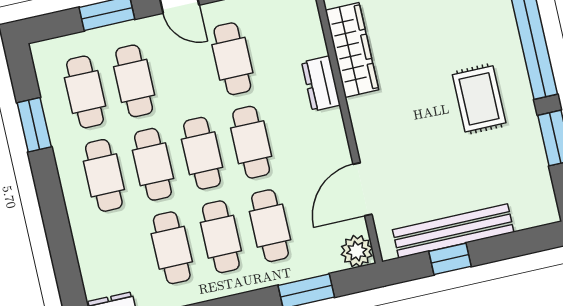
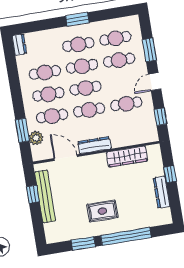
dresser: (321, 84) -> (94, 145), moved, width x1.44
window: (34, 125) -> (77, 19), moved
plant: (357, 251) -> (36, 138), moved

